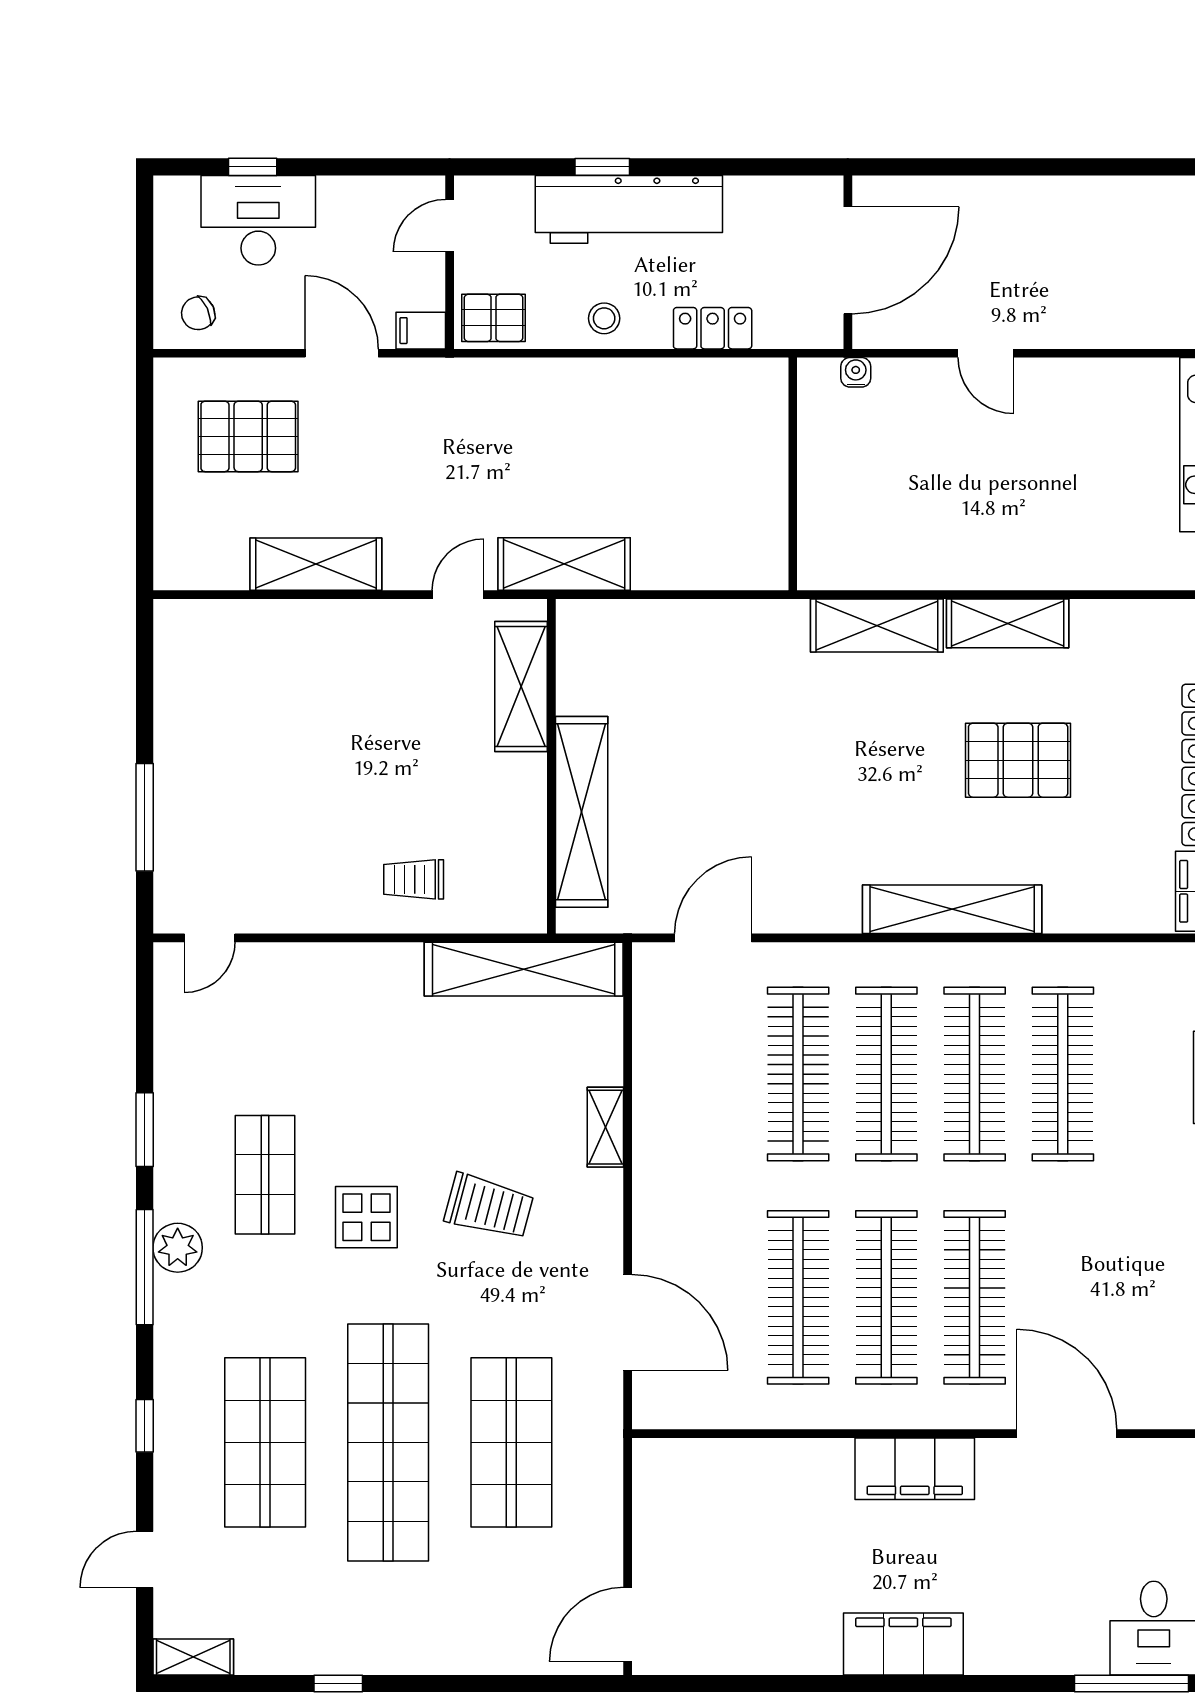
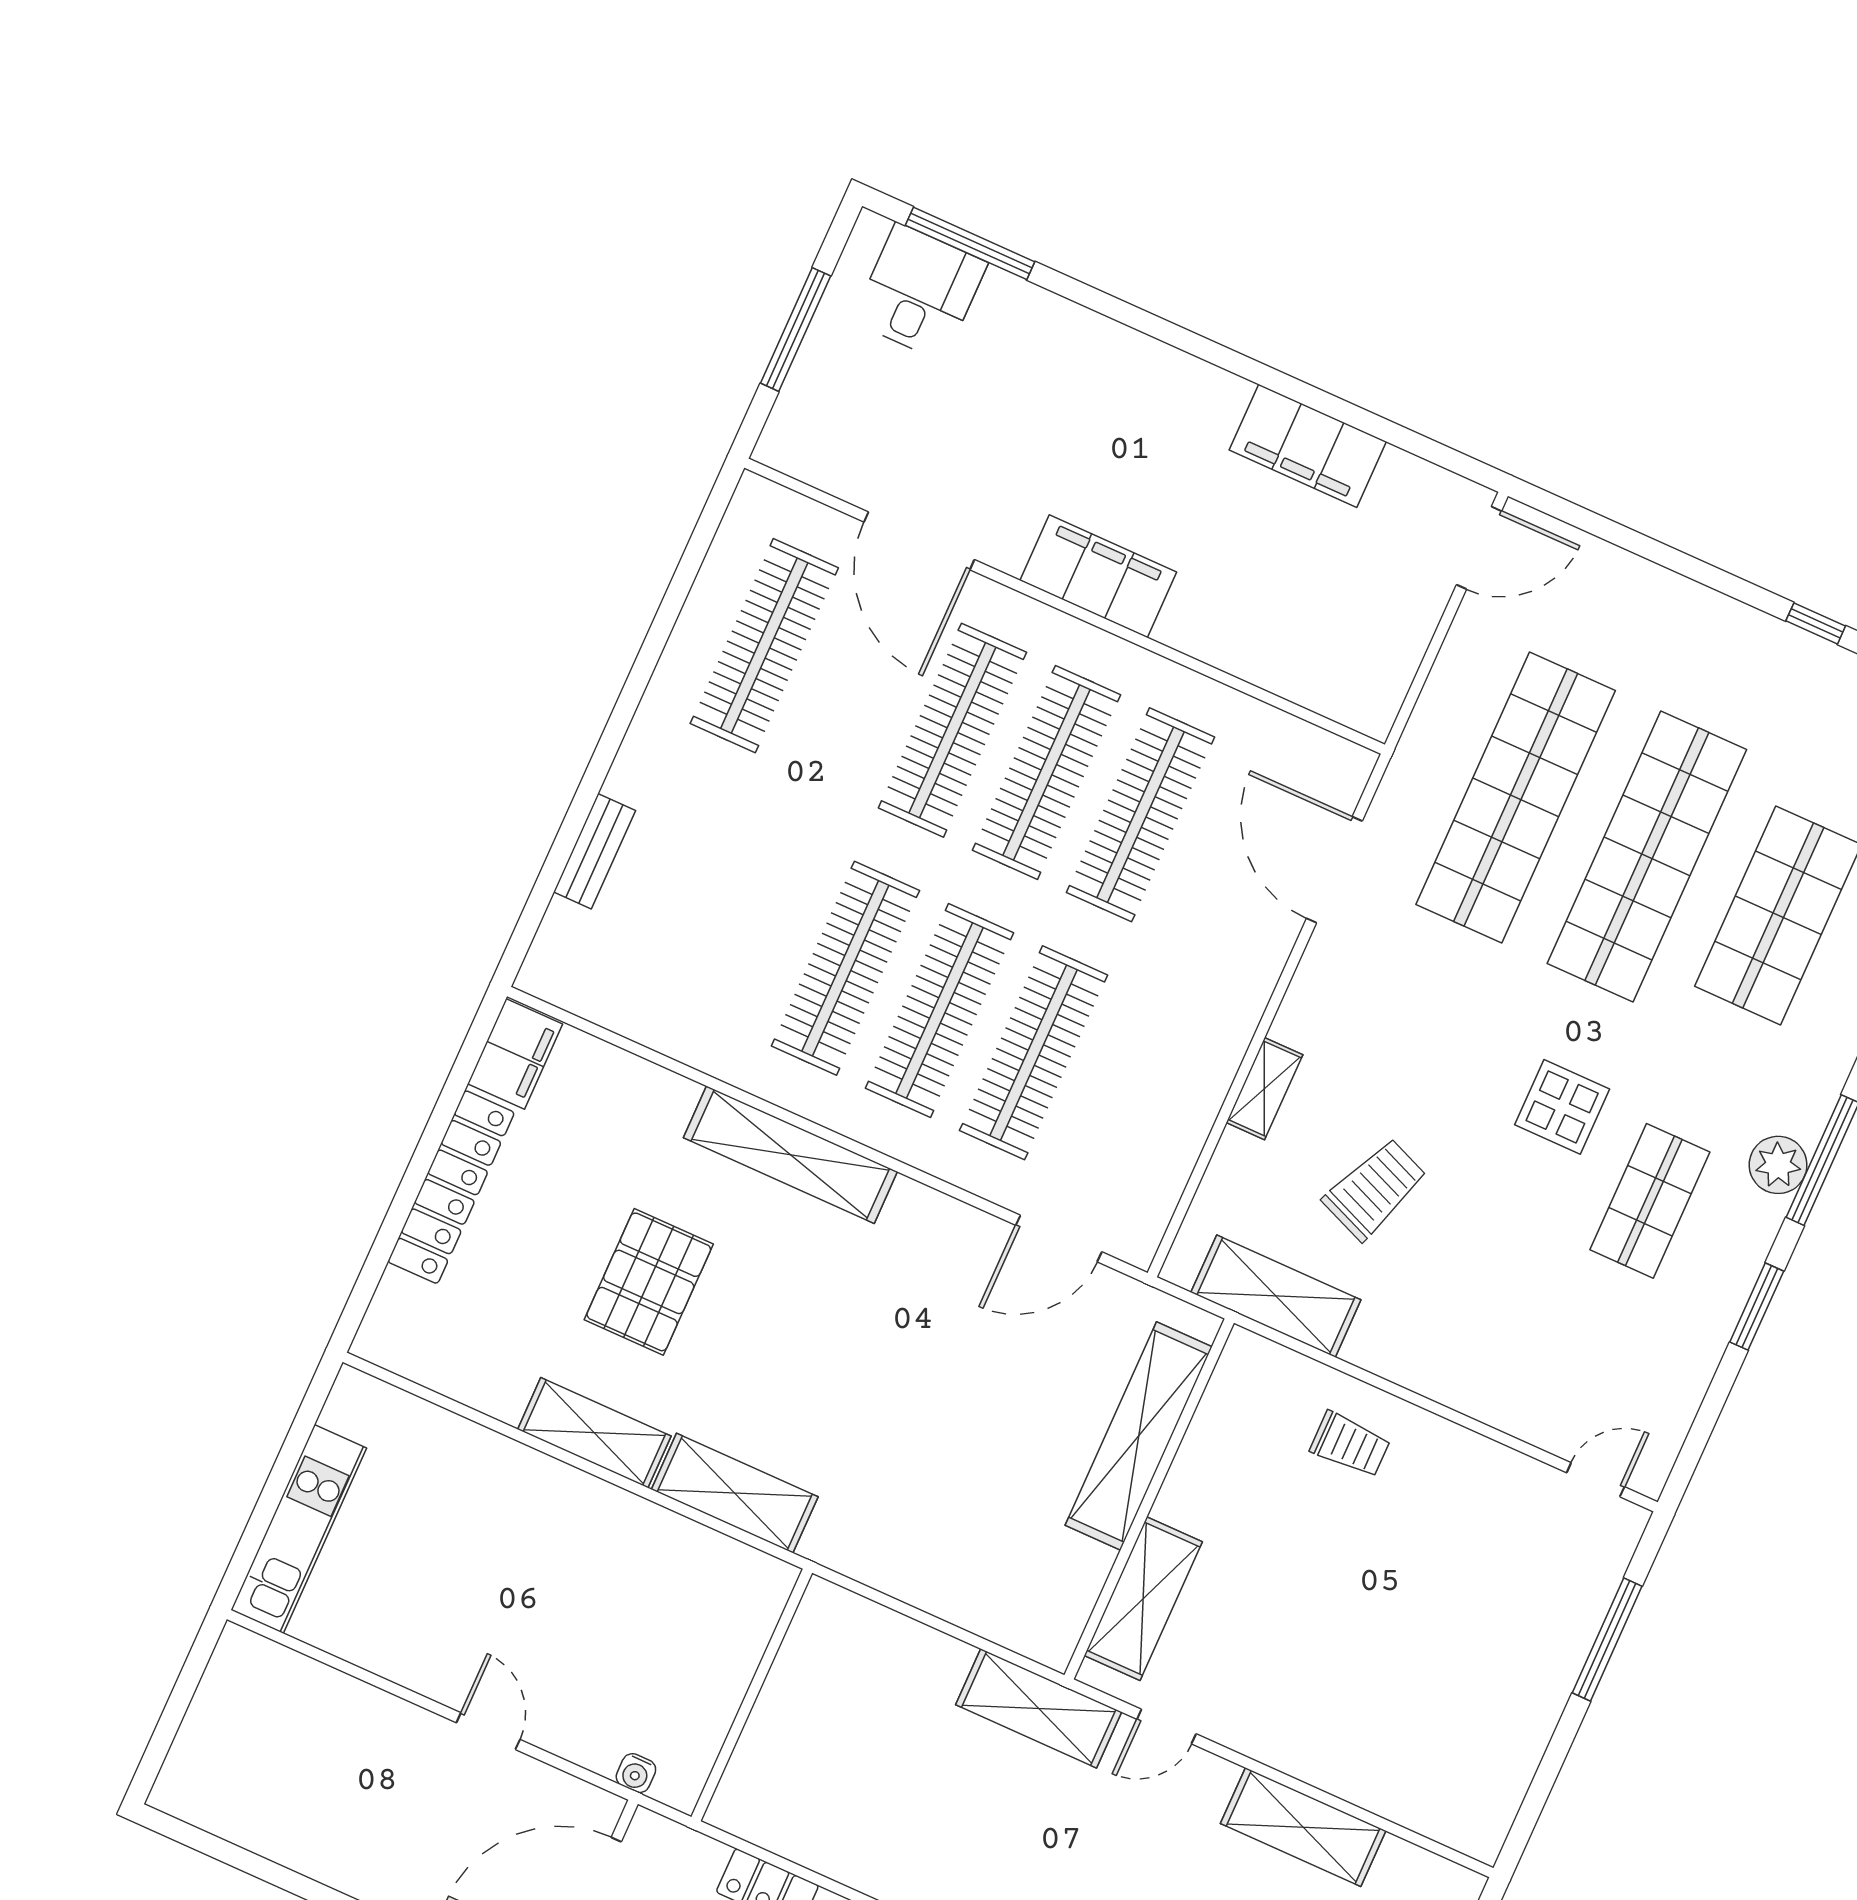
pallet: (1018, 760) -> (649, 1282), turned 90
shelving: (524, 969) -> (1276, 1296), width x0.68
clothes rail: (1063, 1074) -> (764, 646), moved
trolley: (489, 1207) -> (1375, 1189), moved, turned 97
shop shelf: (511, 1442) -> (1516, 797), width x1.40
filing cabinet: (903, 1644) -> (1308, 446), moved

